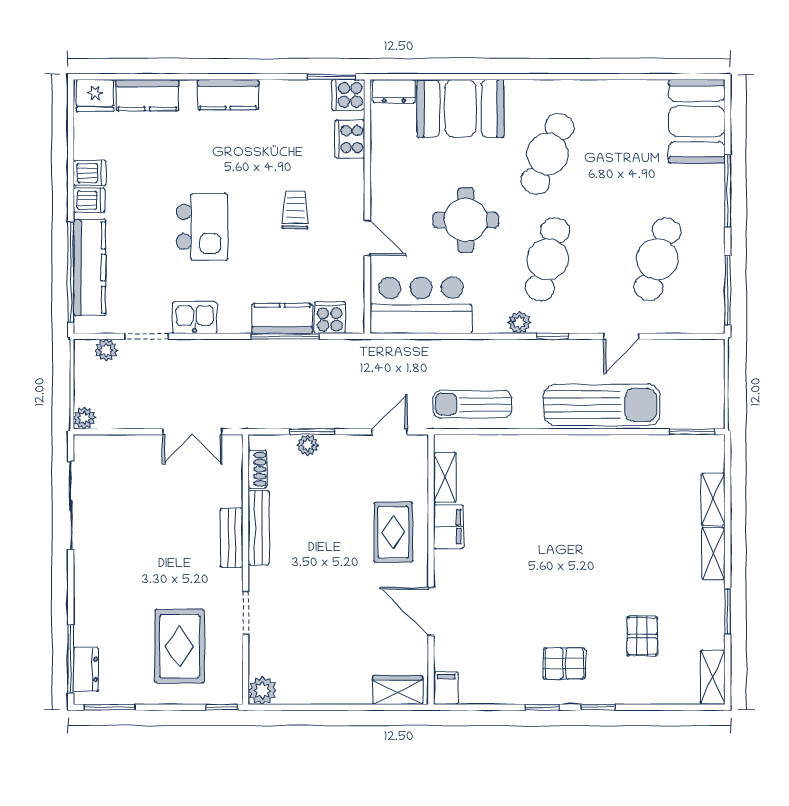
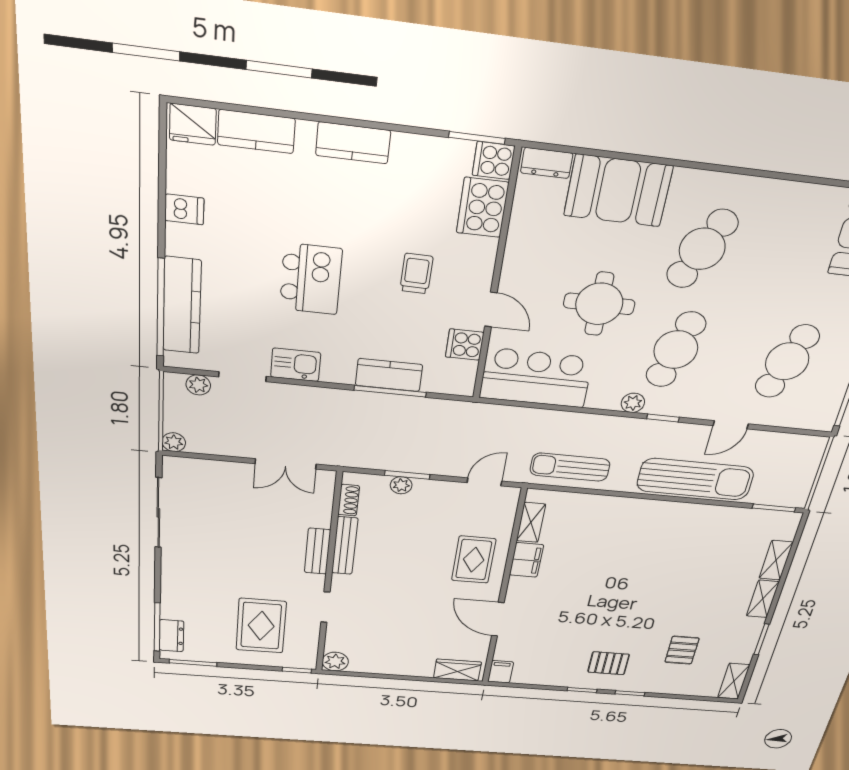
cooker: (350, 139) -> (483, 208), width x1.37, depth x1.31
dishwasher: (89, 200) -> (183, 238), removed
cooker: (330, 318) -> (465, 345), moved, turned -90

